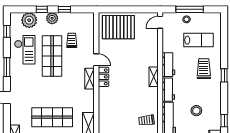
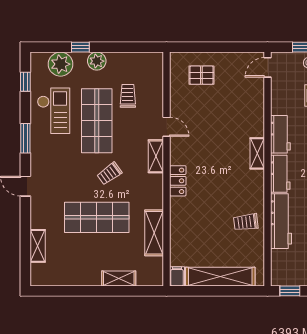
window: (64, 9) -> (116, 47), removed
pallet: (118, 27) -> (201, 75), width x0.49, depth x0.50
locker: (103, 77) -> (178, 181), moved
trolley: (60, 89) -> (109, 174), added

